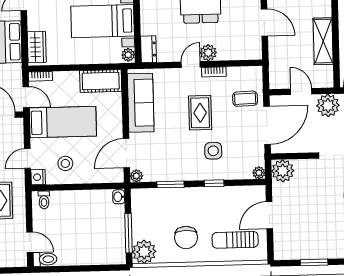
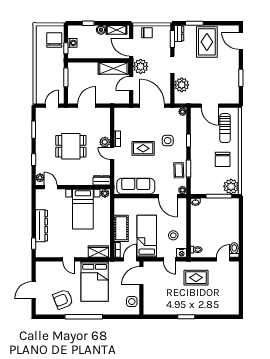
shelving: (323, 41) -> (113, 68), moved
cot: (101, 81) -> (121, 228), moved
coffee table: (245, 99) -> (179, 170), moved
plant: (283, 171) -> (182, 85), moved
chair: (186, 237) -> (223, 159), turned 90

